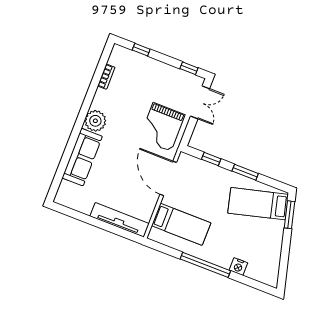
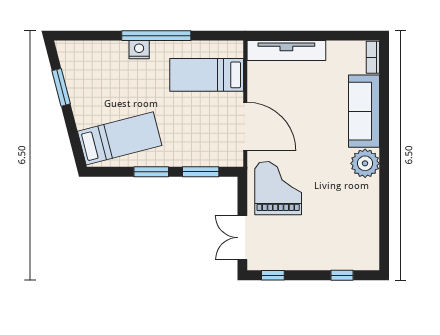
bookcase: (106, 77) -> (373, 57), moved
window: (211, 159) -> (201, 172), width x1.50
window: (290, 215) -> (61, 87), moved
nightstand: (238, 267) -> (139, 50), moved

